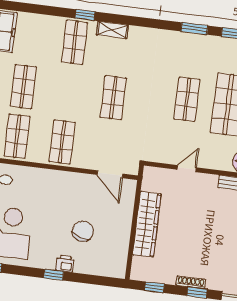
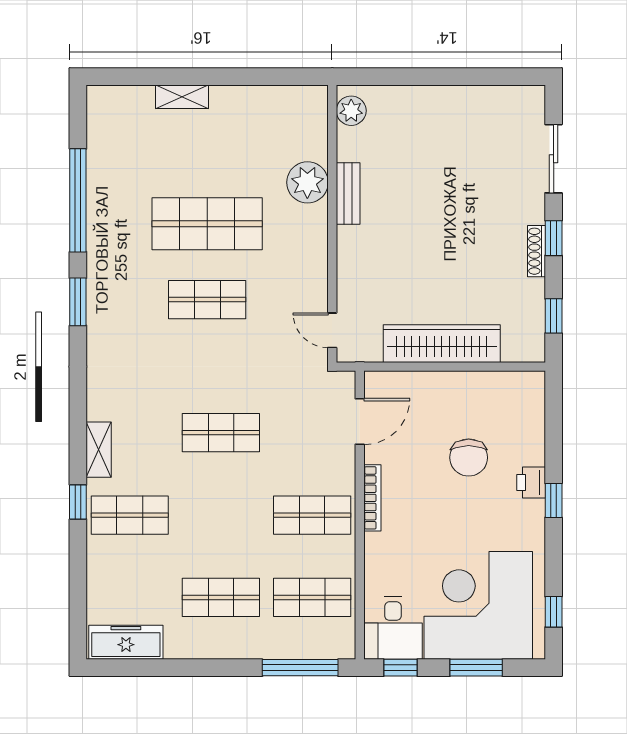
door: (187, 169) -> (332, 330), moved
bookcase: (67, 176) -> (372, 498), added
chair: (83, 231) -> (469, 458), turned -105

